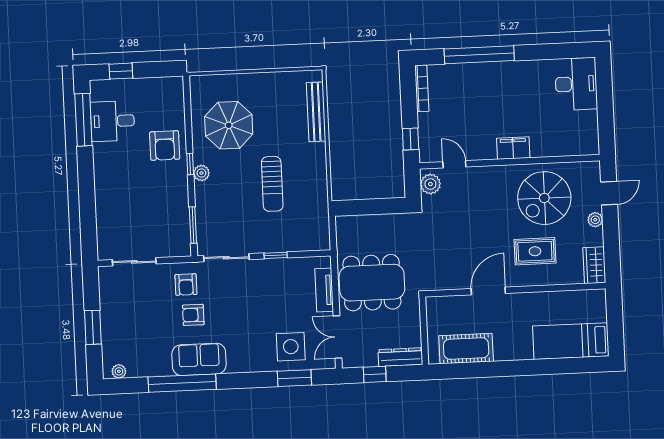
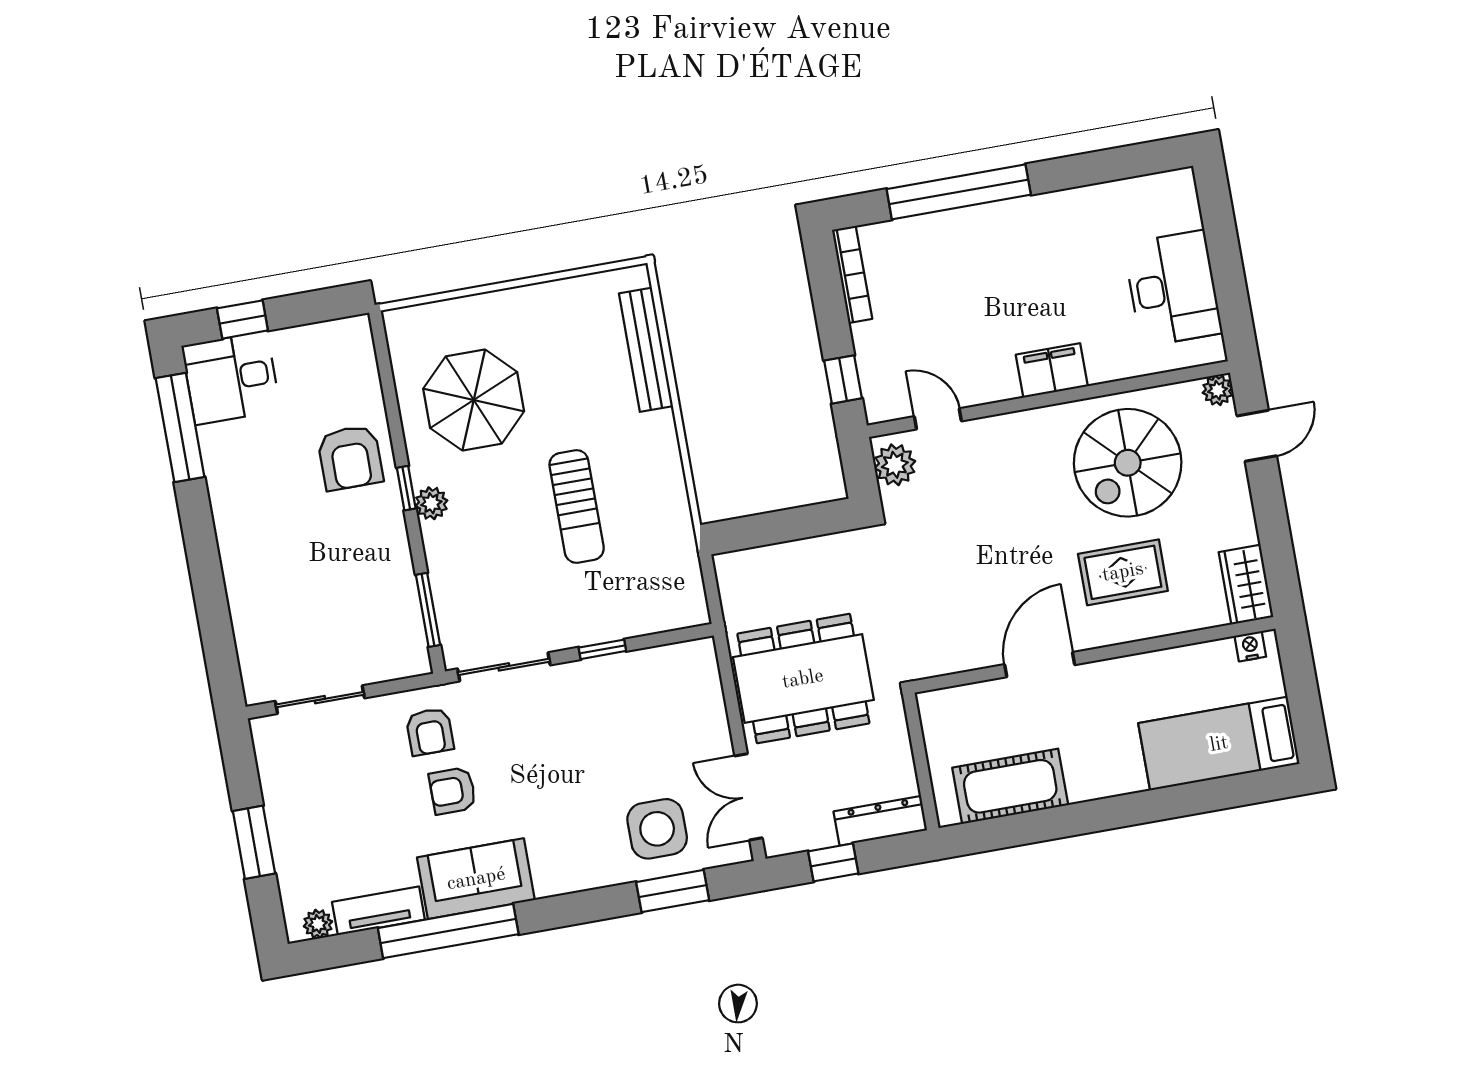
desk: (576, 84) -> (1173, 288), moved
desk: (113, 121) -> (231, 378), moved
plant: (595, 220) -> (1218, 390), moved
tv unit: (324, 290) -> (378, 911), moved, turned 90
nightstand: (592, 296) -> (1250, 646), added

